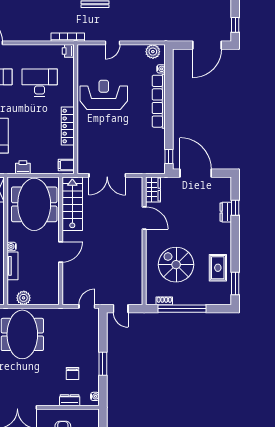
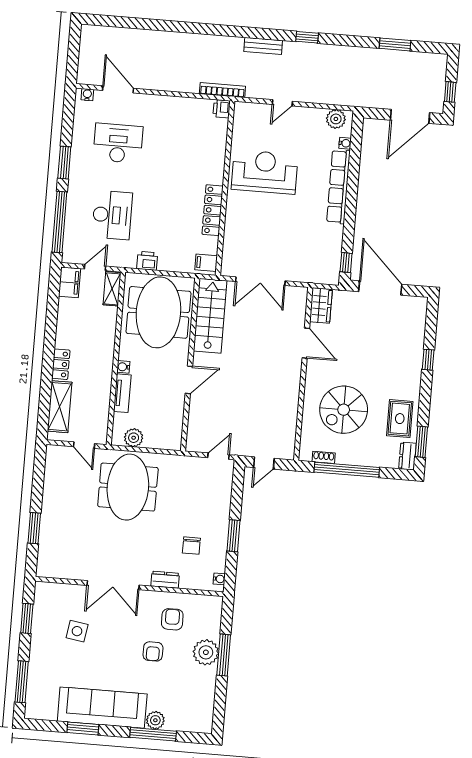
desk: (40, 83) -> (179, 148), removed
window: (235, 208) -> (428, 360), moved
dresser: (226, 212) -> (407, 456), moved
spiral stairs: (176, 265) -> (344, 410), turned -90
door: (121, 309) -> (264, 463), hinge flipped
dresser: (70, 400) -> (165, 580), moved

